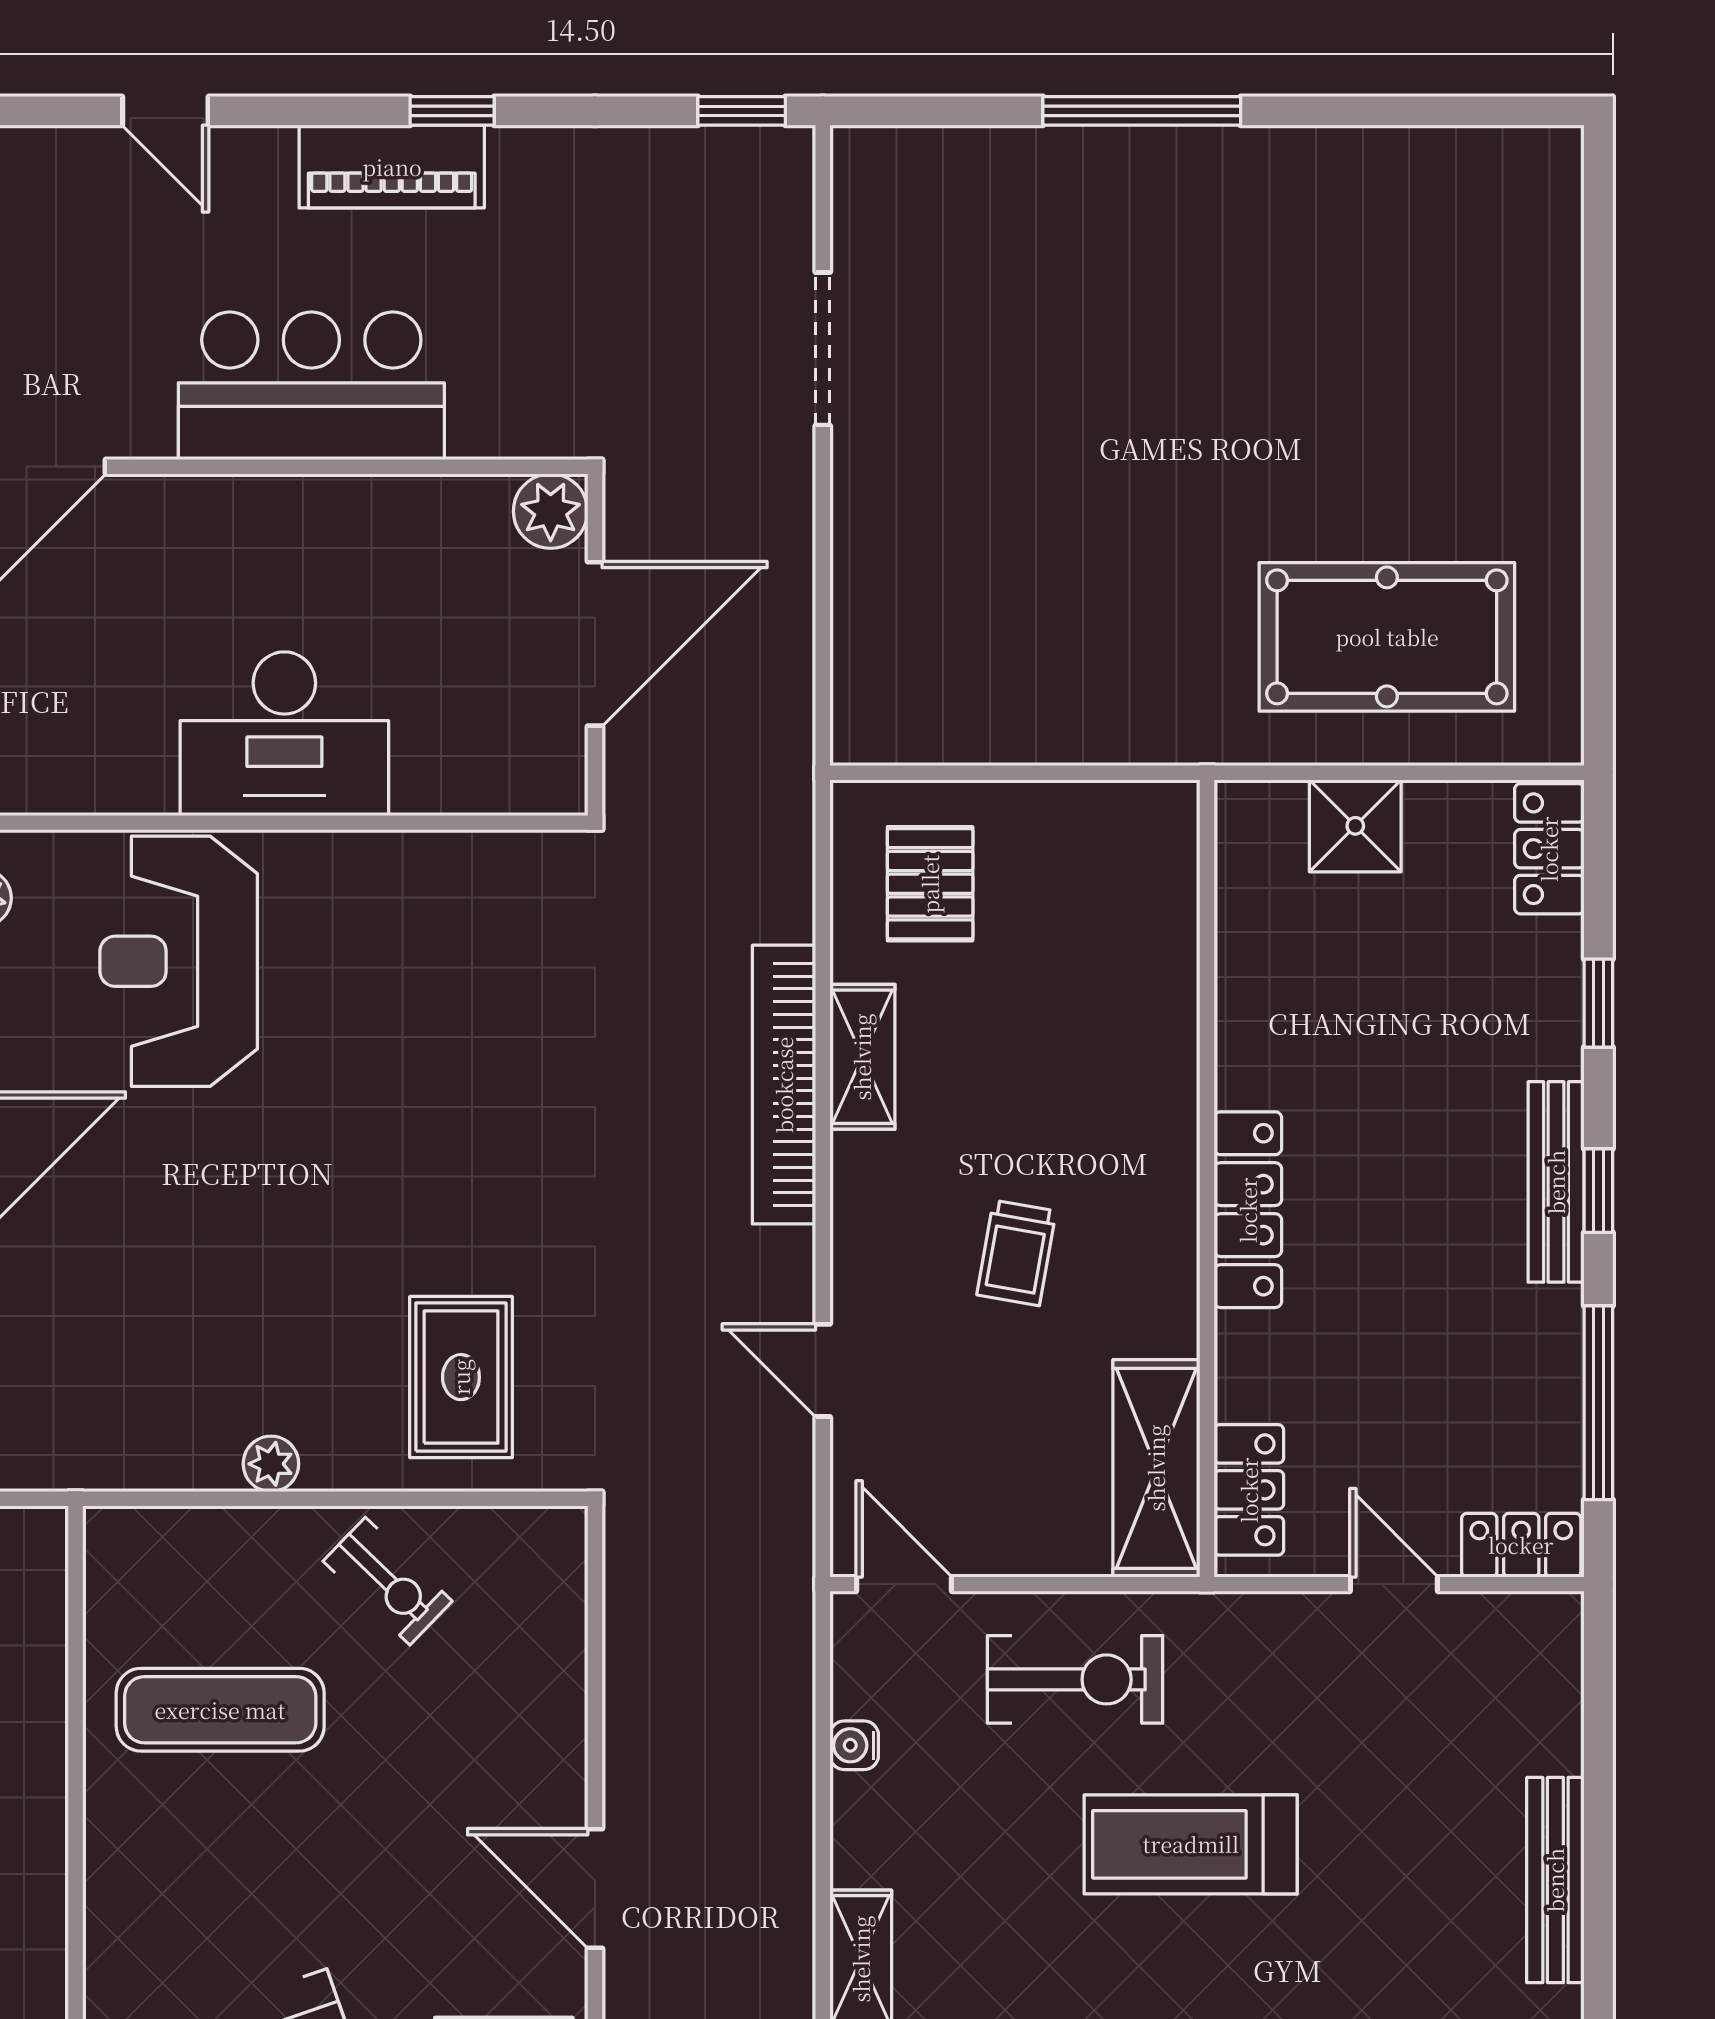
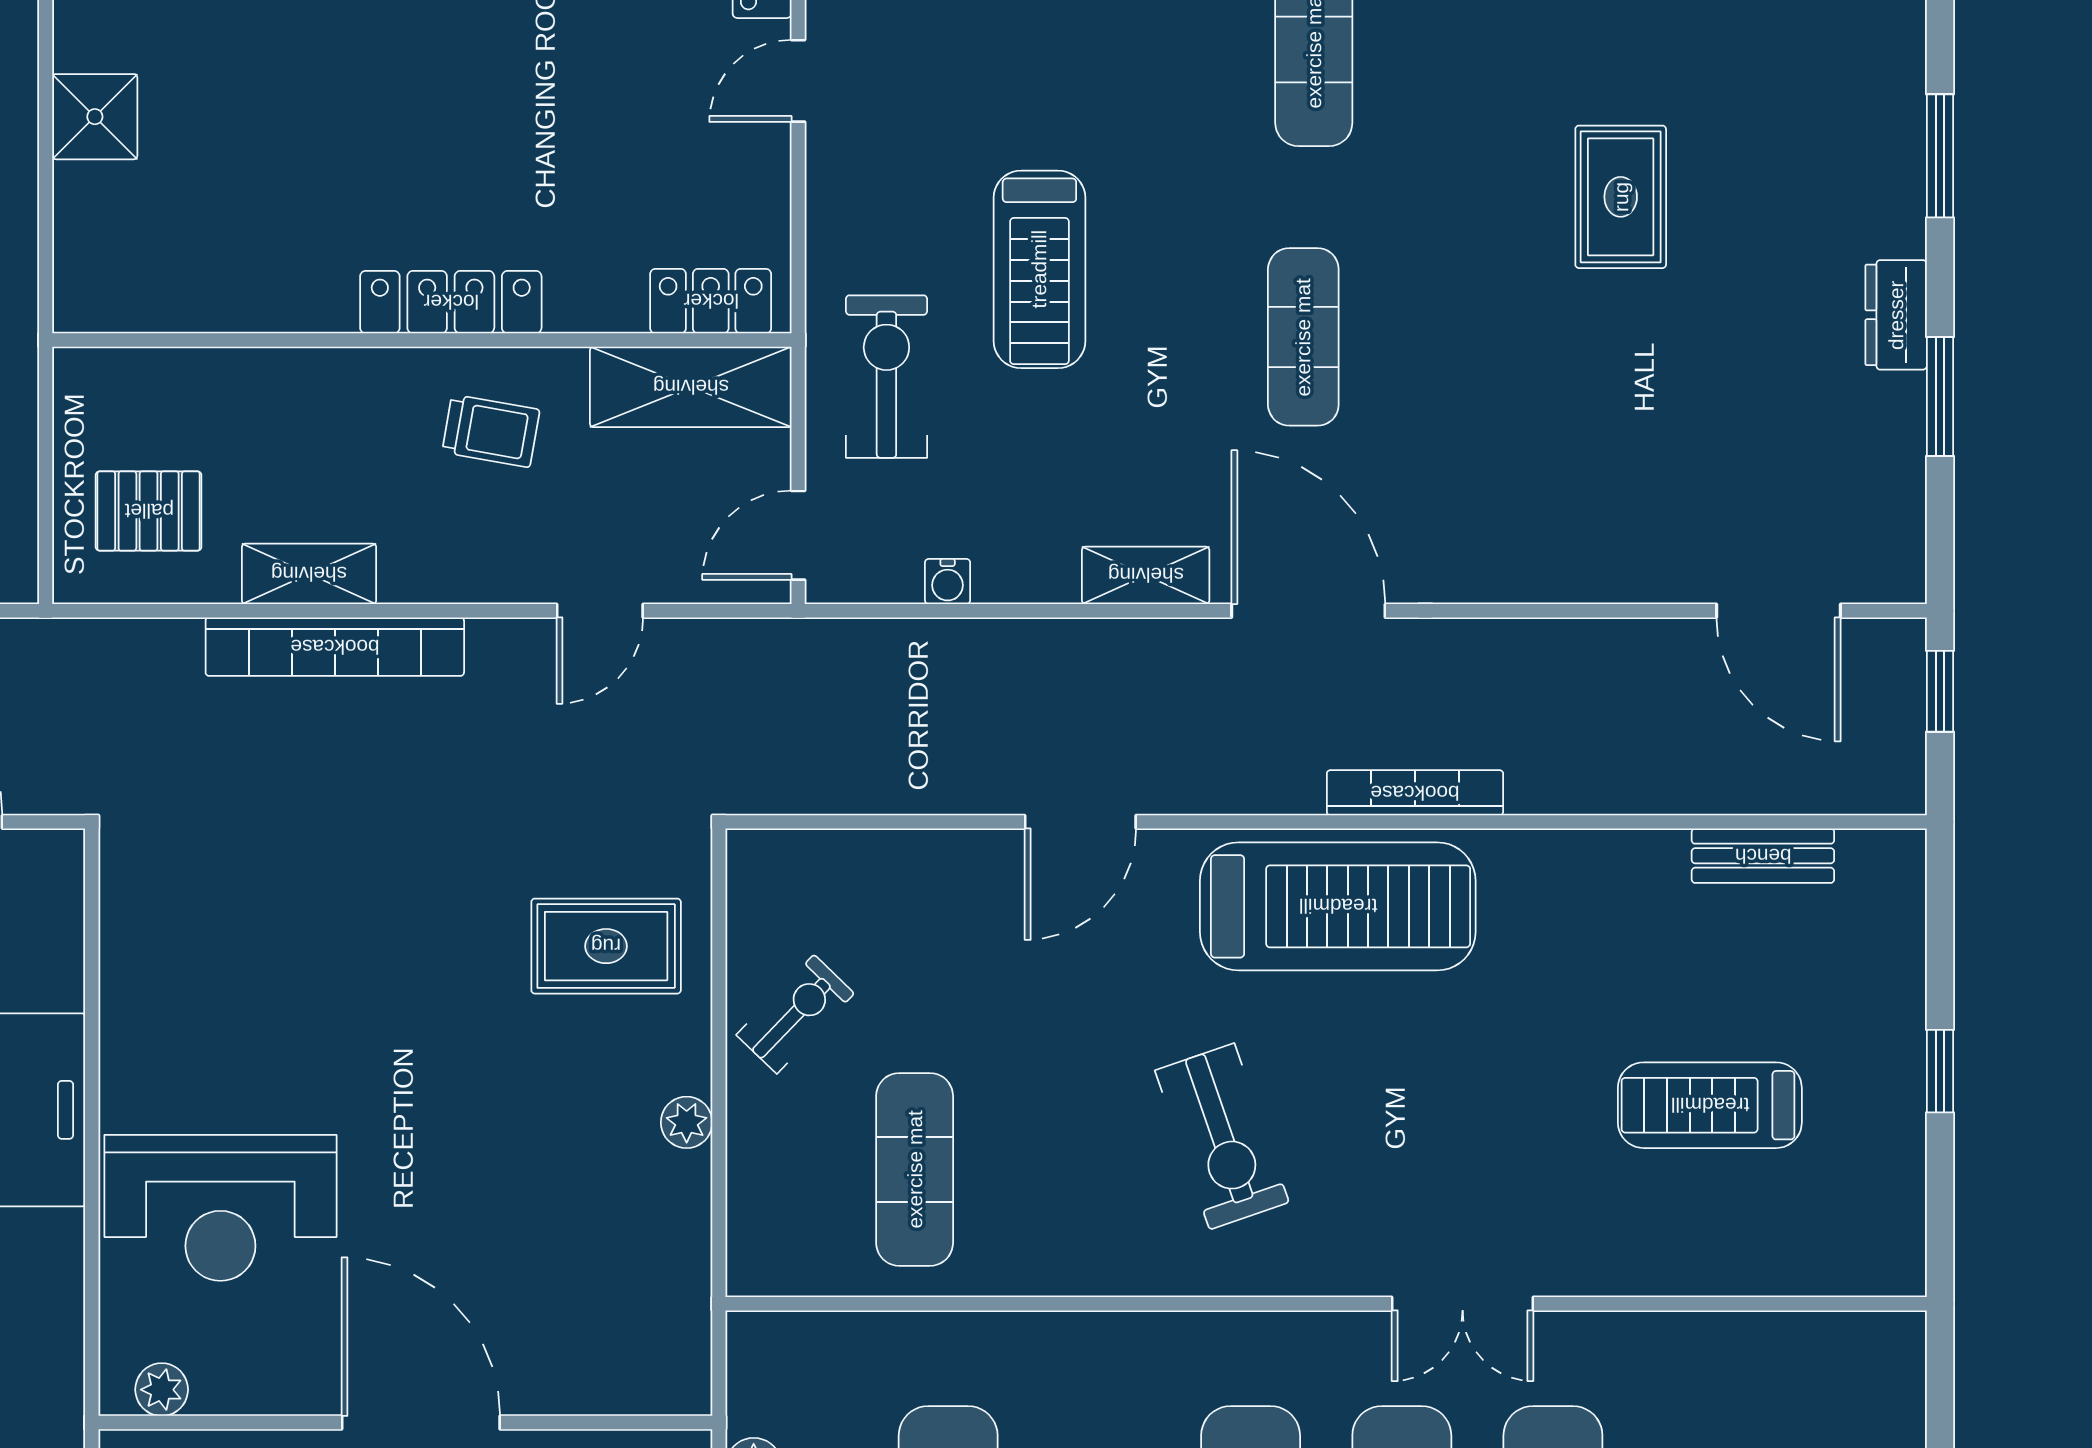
wall: (1207, 1178) -> (422, 340), moved
locker: (1248, 1210) -> (451, 302), moved
shelving: (1156, 1468) -> (691, 387), moved
locker: (1249, 1490) -> (711, 301), moved

